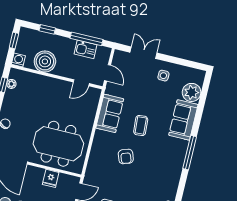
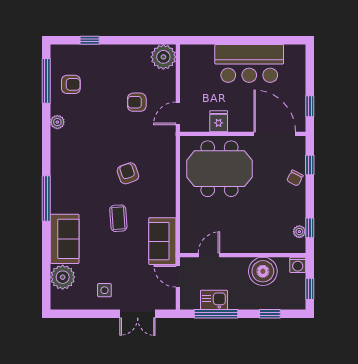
sofa: (110, 113) -> (162, 241), moved

